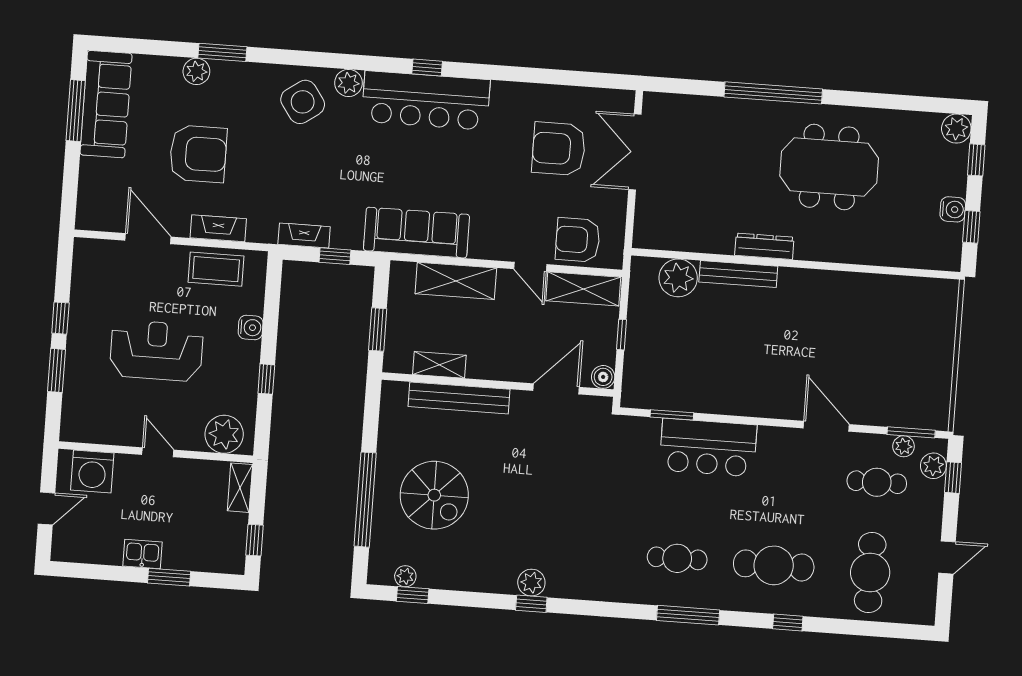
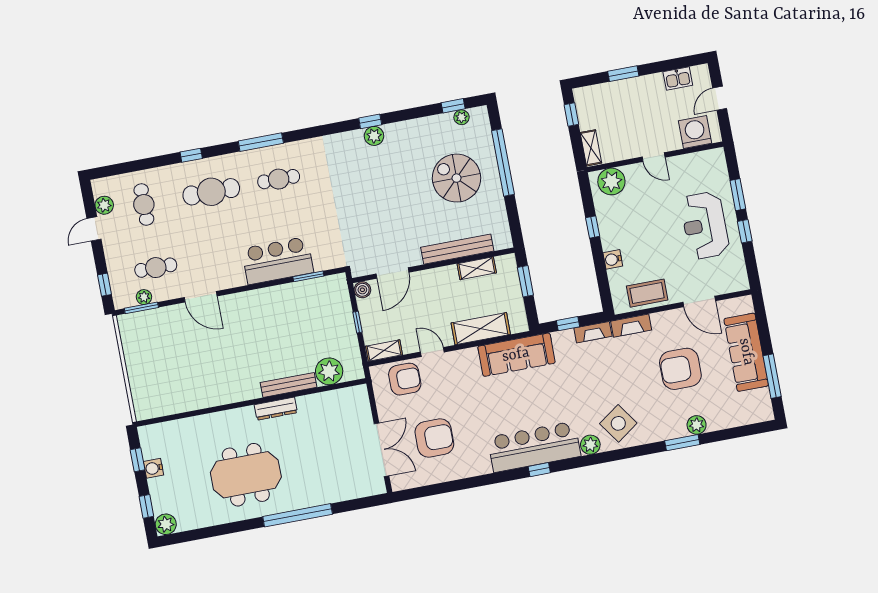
sofa: (106, 104) -> (746, 352), moved
fireplace: (218, 228) -> (631, 326), moved
shelving: (583, 289) -> (384, 351), width x0.67, depth x0.75
reception desk: (156, 351) -> (705, 225), moved, turned 90
plant: (933, 466) -> (104, 205), moved
kitchen sink: (143, 554) -> (678, 79), moved
cafe table: (870, 573) -> (144, 205), width x0.73, depth x0.74

